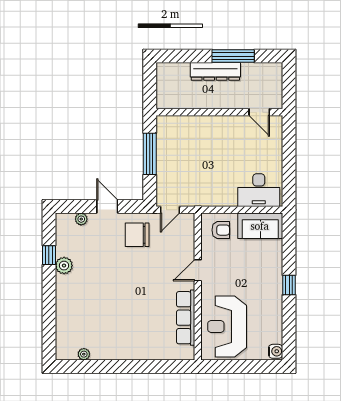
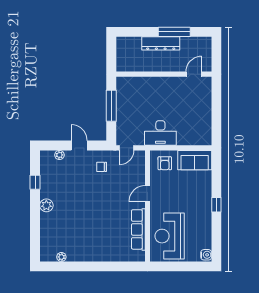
door: (259, 112) -> (194, 74), swing flipped
desk: (259, 190) -> (160, 133), moved
armchair: (221, 230) -> (165, 163), turned 90
chair: (137, 235) -> (102, 167), width x0.54, depth x0.54
plant: (64, 266) -> (46, 205), moved

